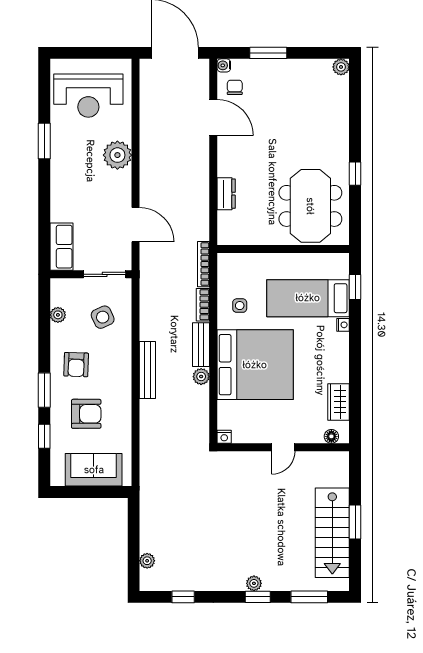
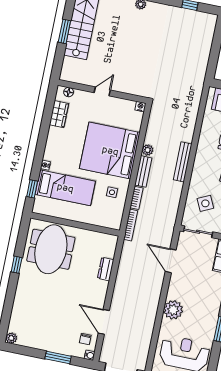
plant: (147, 561) -> (209, 34), removed

